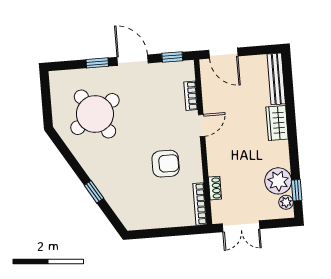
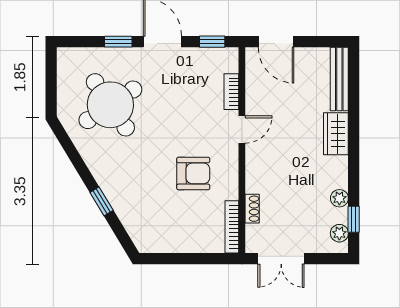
plant: (278, 181) -> (339, 198), width x0.53, depth x0.53

